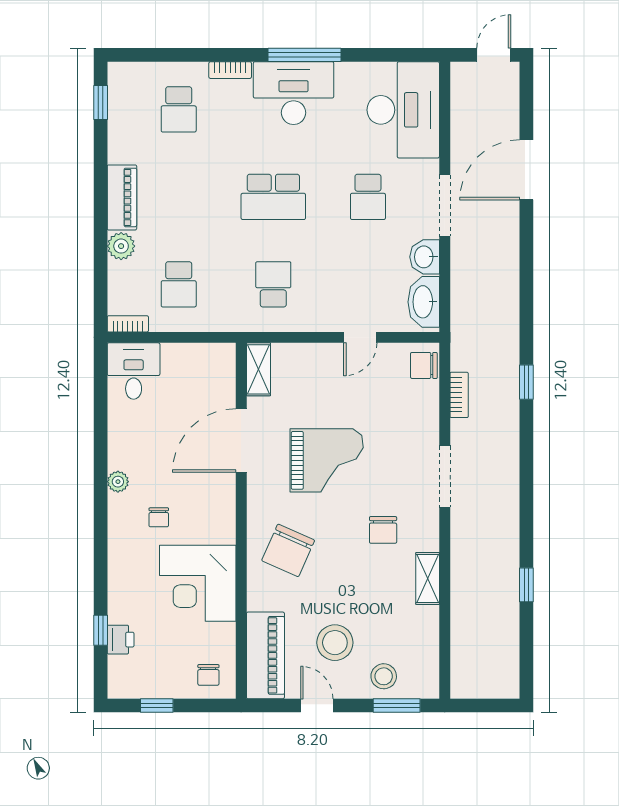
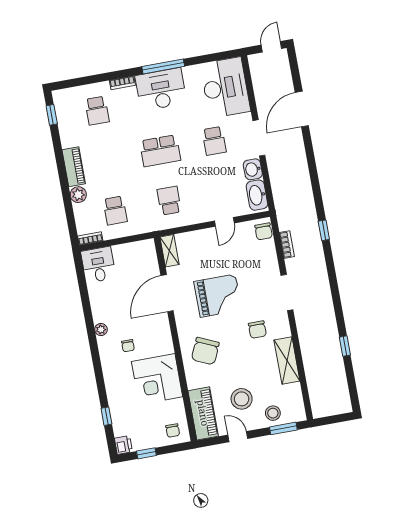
chair: (424, 365) -> (264, 231), turned -90
shelving: (428, 578) -> (287, 360), width x1.50, depth x1.33
printer: (121, 640) -> (123, 445), moved

